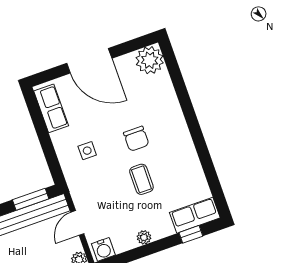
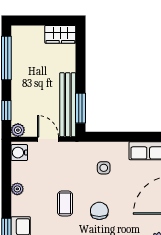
chair: (136, 139) -> (99, 211), turned 90
coffee table: (141, 179) -> (65, 203), turned 90

